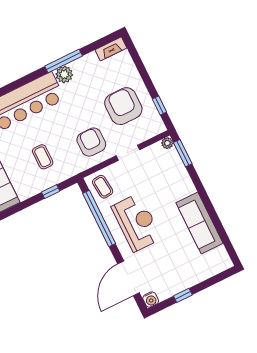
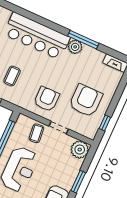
plant: (167, 143) -> (80, 150), width x1.88, depth x1.88
window: (183, 153) -> (78, 182), moved
coffee table: (103, 187) -> (36, 133), moved

